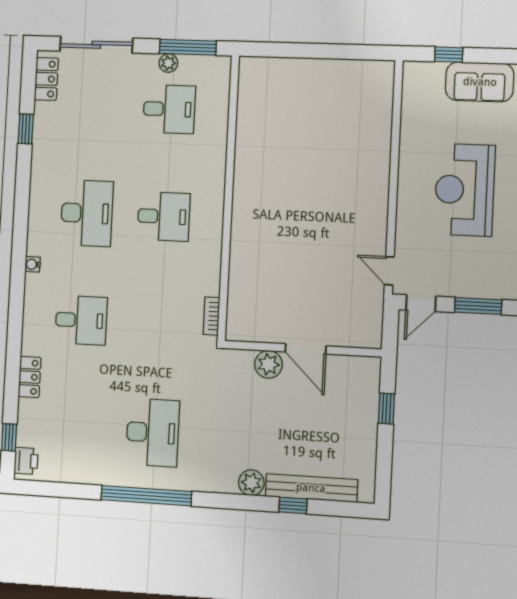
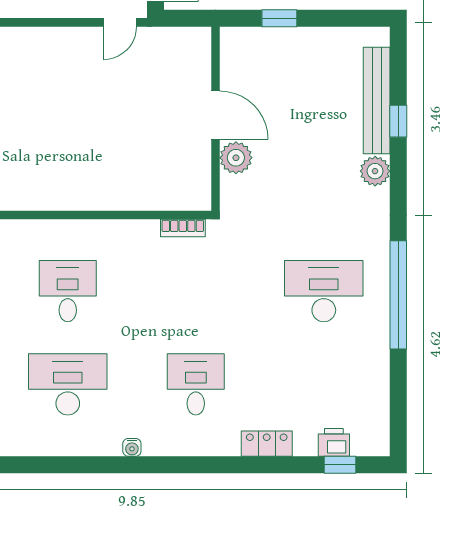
door: (306, 349) -> (215, 115), hinge flipped
printer: (26, 461) -> (334, 442), moved

